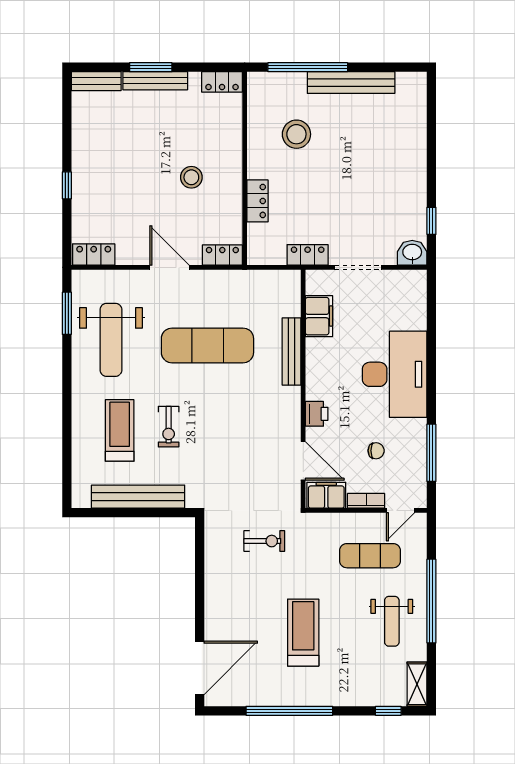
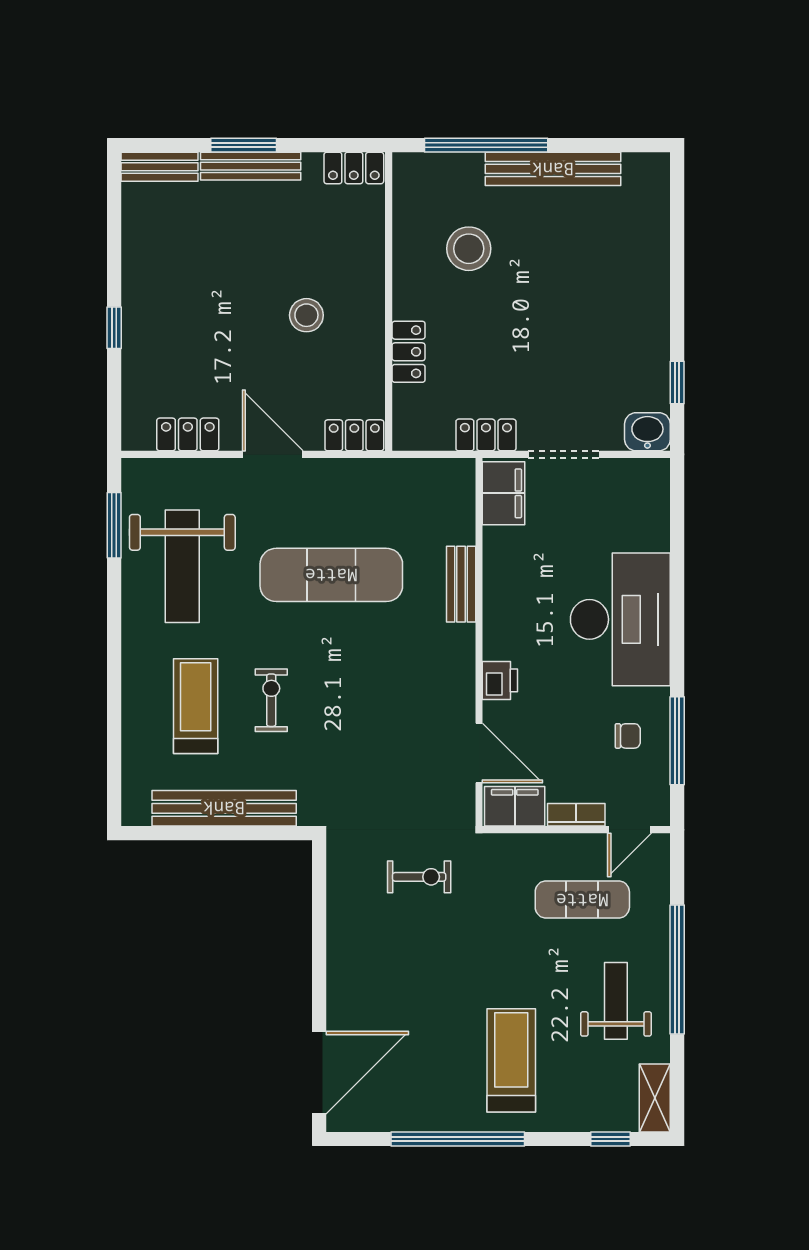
locker: (94, 255) -> (188, 434), moved
filing cabinet: (319, 316) -> (504, 493), moved
bench: (291, 351) -> (461, 584), width x0.73
exercise bike: (169, 427) -> (271, 700), turned 180
chair: (376, 451) -> (628, 736), moved
weight bench: (392, 621) -> (616, 1001), turned 180
treadmill: (303, 633) -> (511, 1060), moved

